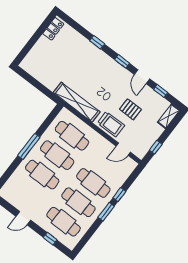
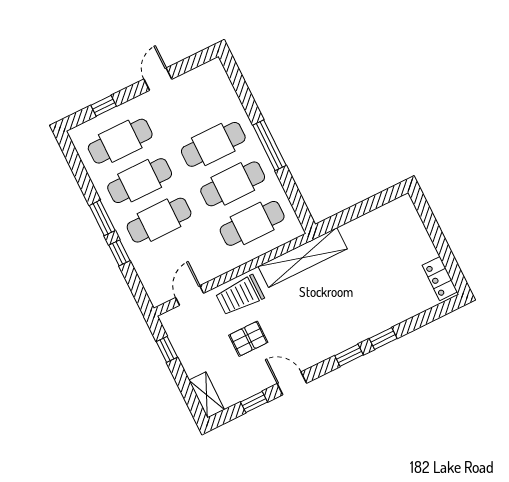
window: (122, 61) -> (349, 355), moved

